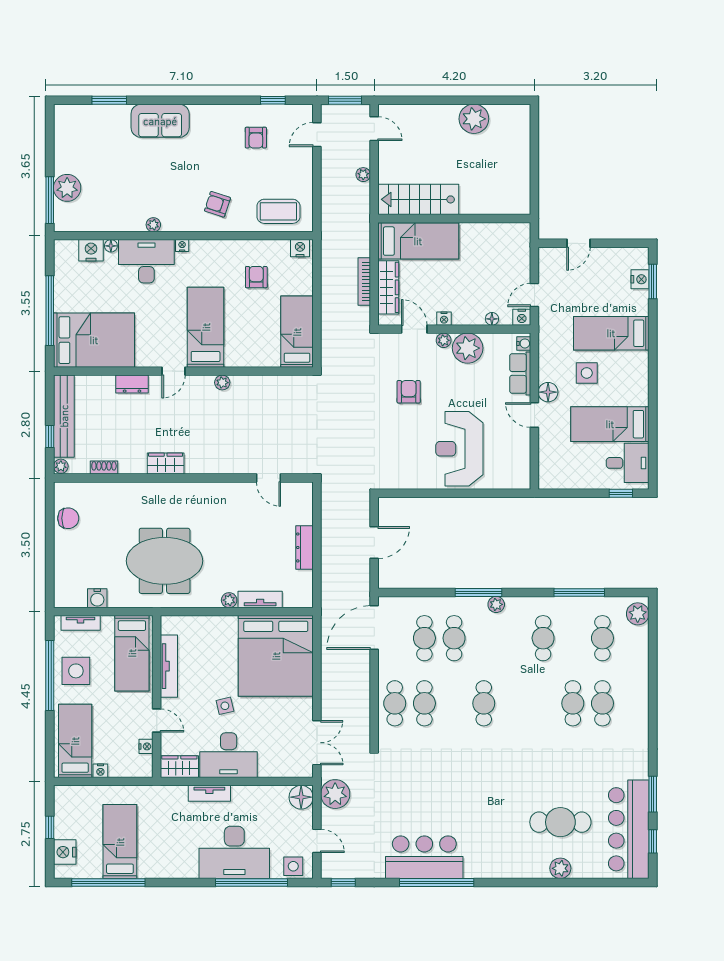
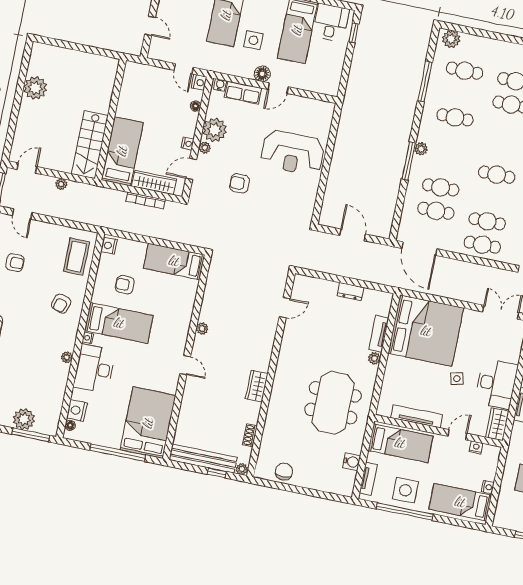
floor lamp: (111, 246) -> (70, 425), moved
bed: (206, 327) -> (119, 323), moved, turned 180
dresser: (132, 384) -> (189, 400), removed
dresser: (304, 547) -> (350, 292), width x0.70

